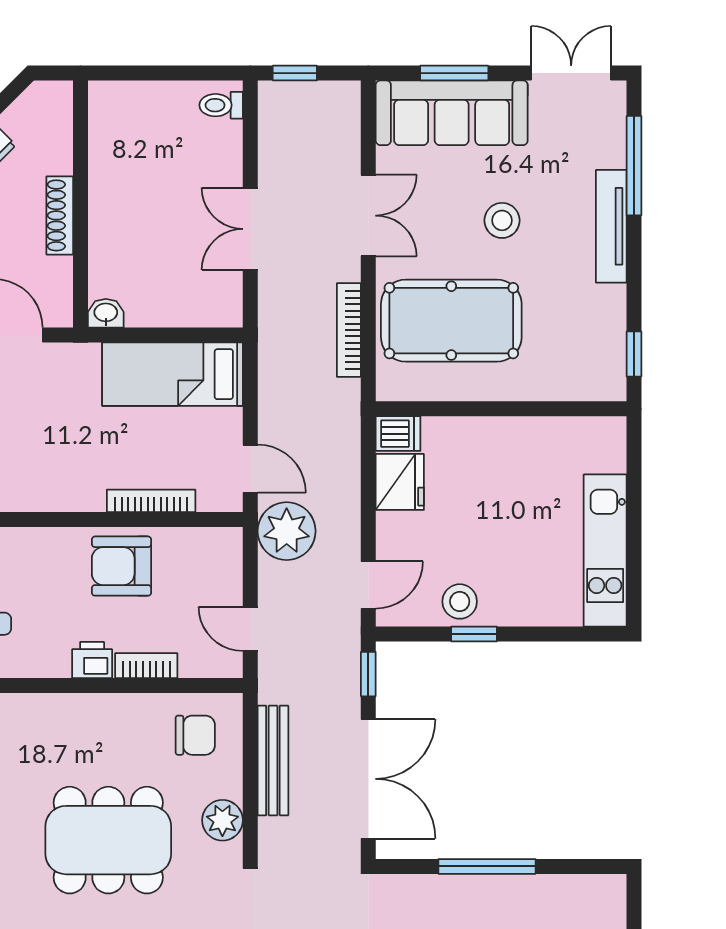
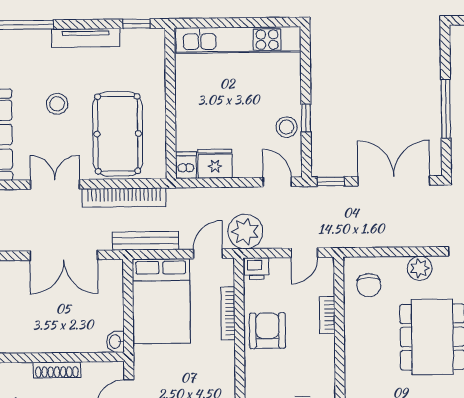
tv unit: (611, 226) -> (86, 38), moved
double door: (250, 229) -> (64, 255), width x1.37
bookcase: (349, 330) -> (124, 198), width x1.48, depth x1.31
bed: (172, 374) -> (161, 301), width x1.50
kitchen unit: (605, 551) -> (238, 40), width x1.36
armchair: (122, 566) -> (267, 331), turned 180
printer: (92, 660) -> (257, 269), moved, turned -90
chair: (195, 735) -> (369, 285), turned 180
bench: (273, 761) -> (146, 241), moved

